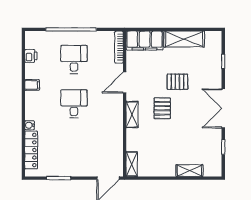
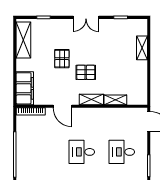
shelving: (184, 39) -> (23, 40), moved
desk: (74, 59) -> (122, 152), moved
double door: (223, 108) -> (86, 17), width x0.73
shelving: (132, 164) -> (115, 100), moved

